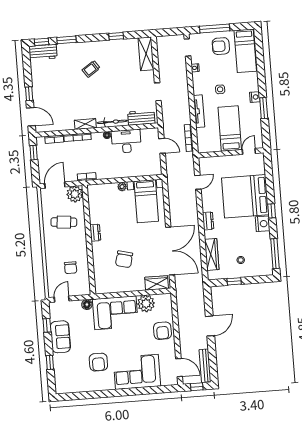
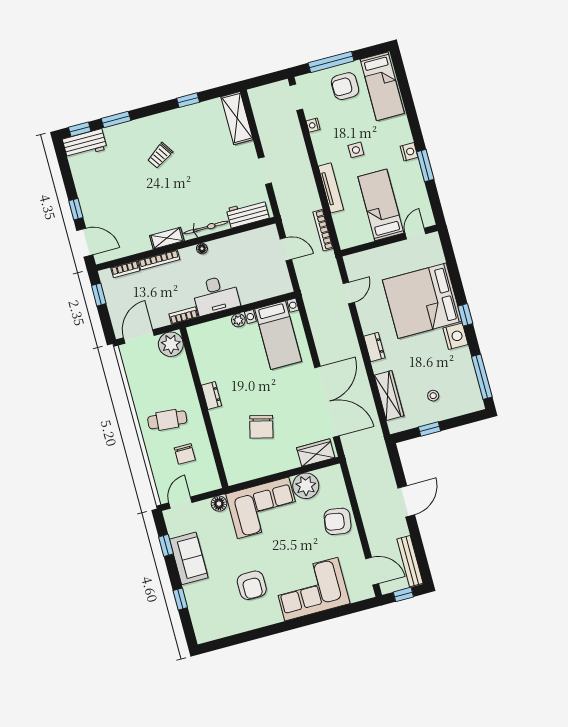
desk: (126, 141) -> (216, 295), moved, turned 180
cafe table: (64, 222) -> (167, 420), moved
armchair: (162, 331) -> (338, 521), turned 99

